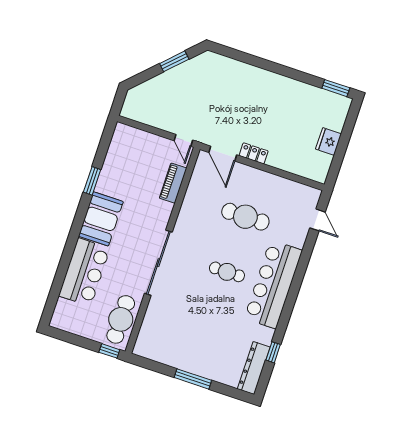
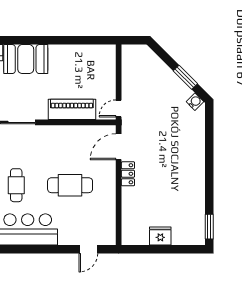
water cooler: (203, 60) -> (195, 102), added
window: (92, 181) -> (56, 40), removed
piano: (173, 183) -> (72, 109), width x1.37, depth x1.33
cafe table: (245, 217) -> (70, 185), turned 90

